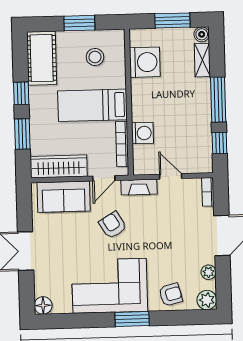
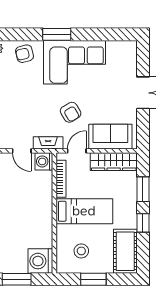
washing machine: (145, 62) -> (40, 261), moved
washing machine: (142, 133) -> (44, 161), moved
floor lamp: (43, 305) -> (130, 48), removed

